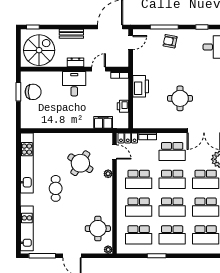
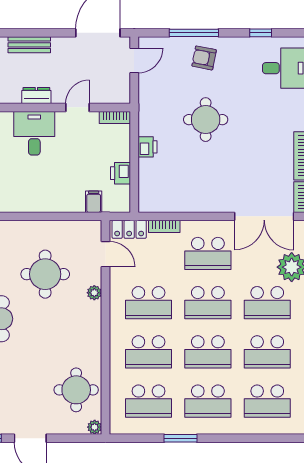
printer: (141, 86) -> (147, 147), width x0.53, depth x0.68
round table: (180, 98) -> (206, 120), moved
filing cabinet: (103, 122) -> (94, 202), width x0.50
round table: (80, 163) -> (45, 274), turned -33

